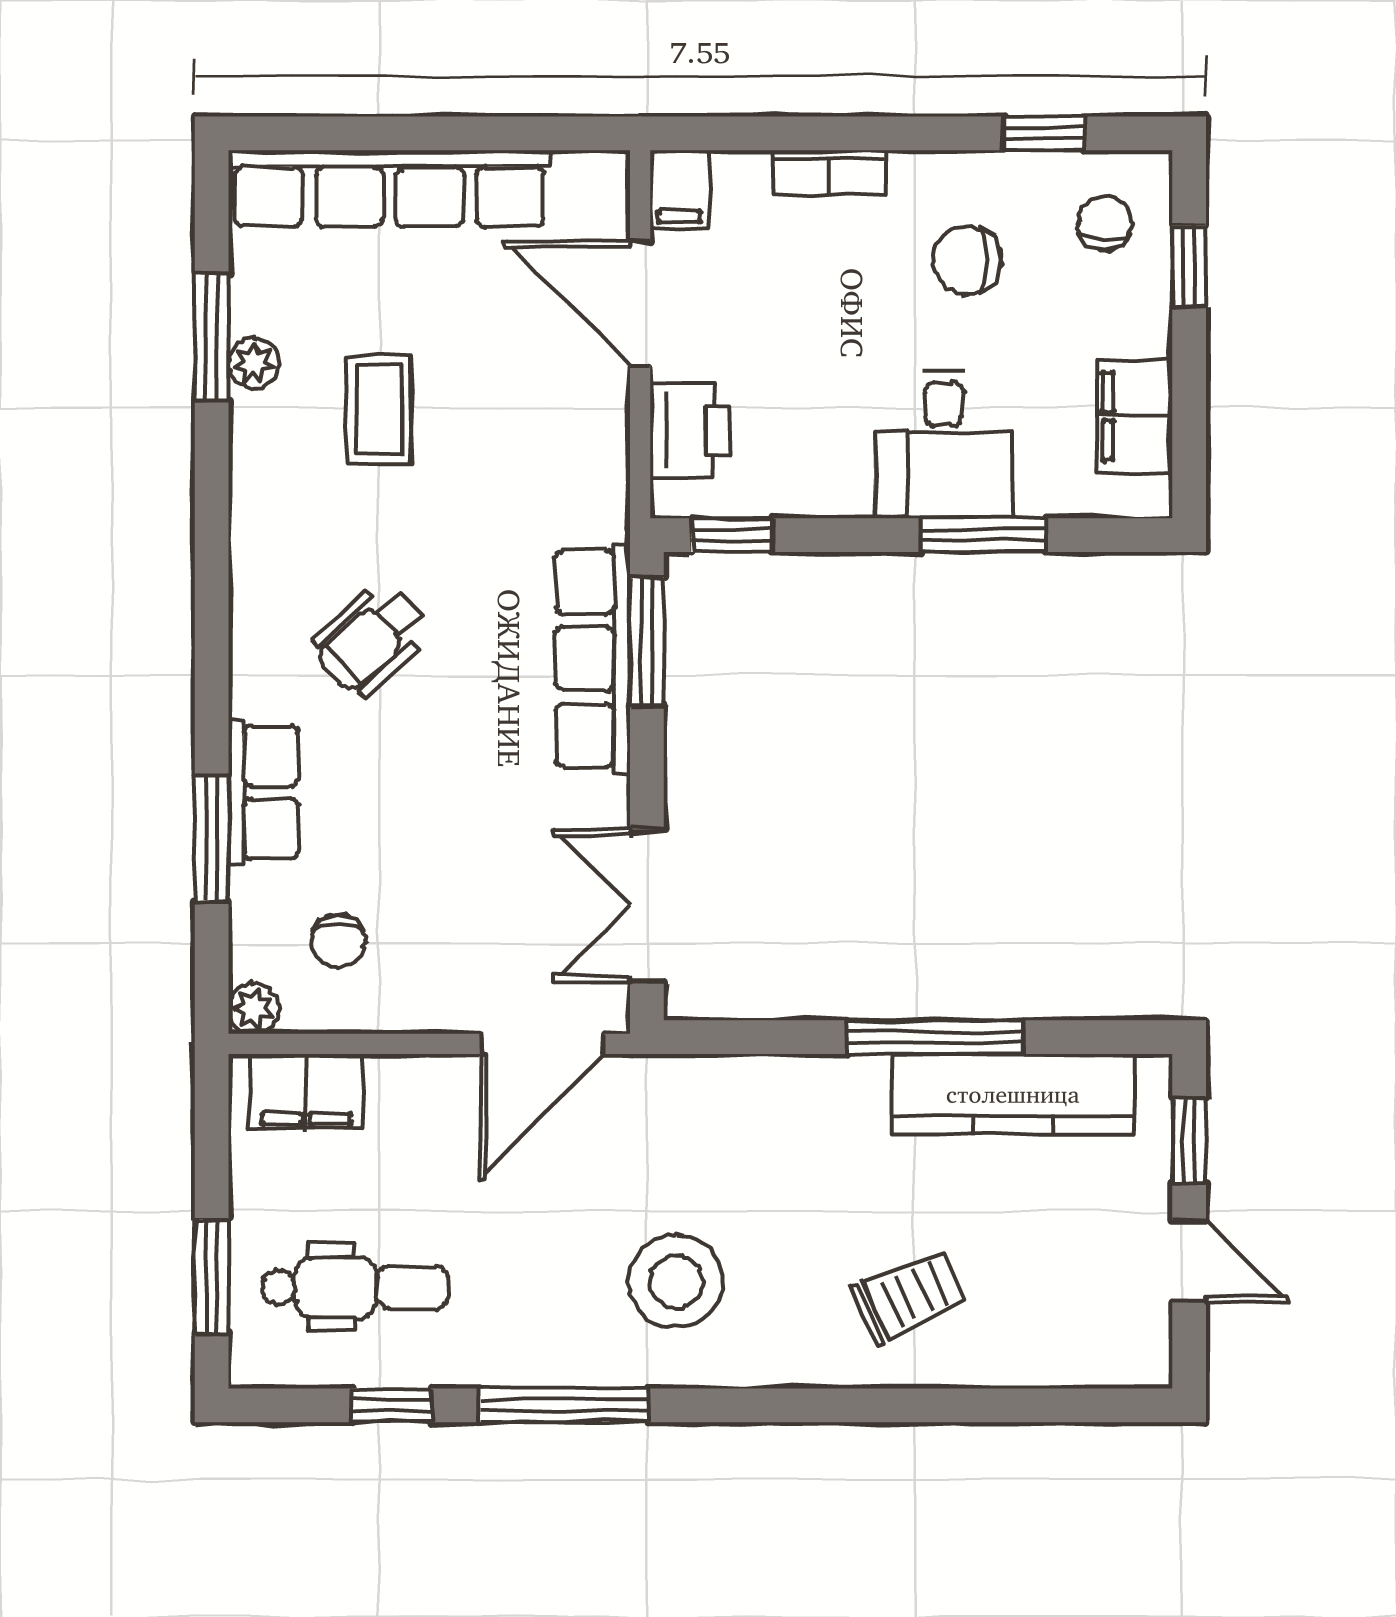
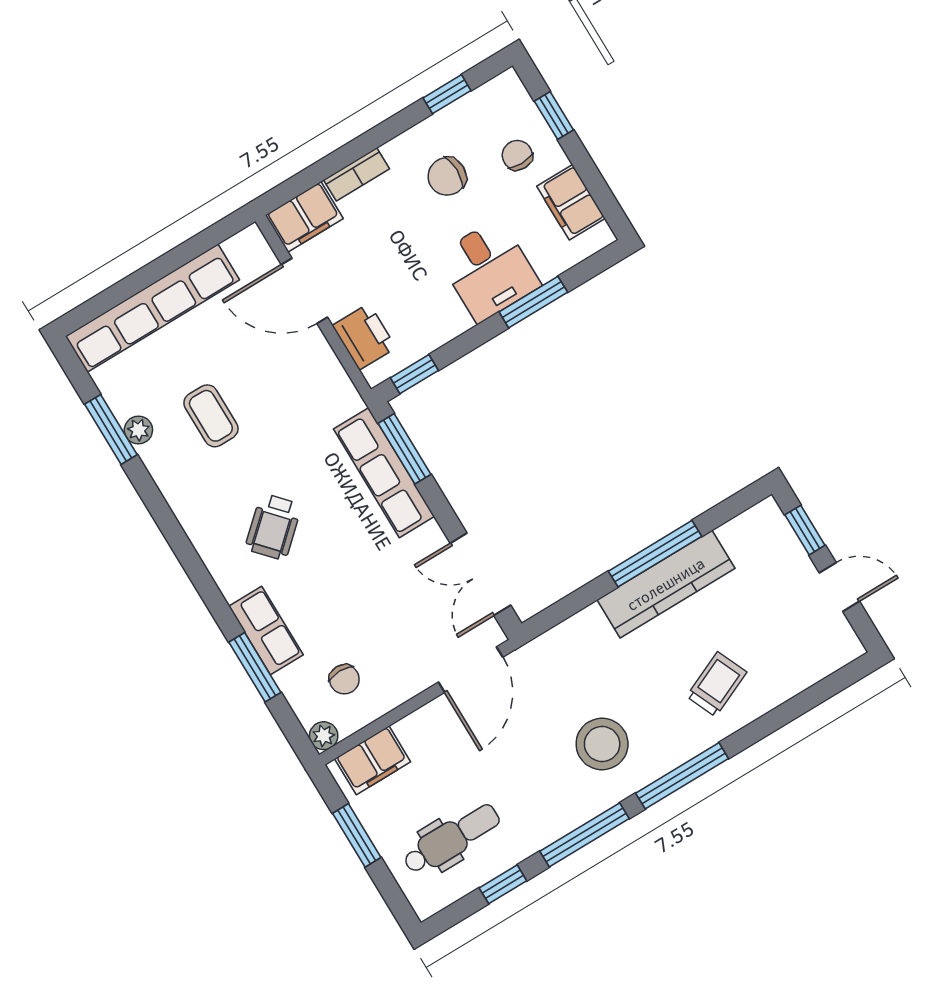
filing cabinet: (680, 189) -> (304, 217), width x2.00
chair: (1105, 223) -> (517, 155), moved
kitchen counter: (1013, 1094) -> (666, 584), moved
window: (212, 1276) -> (357, 835), moved
window: (770, 1405) -> (682, 776), added

